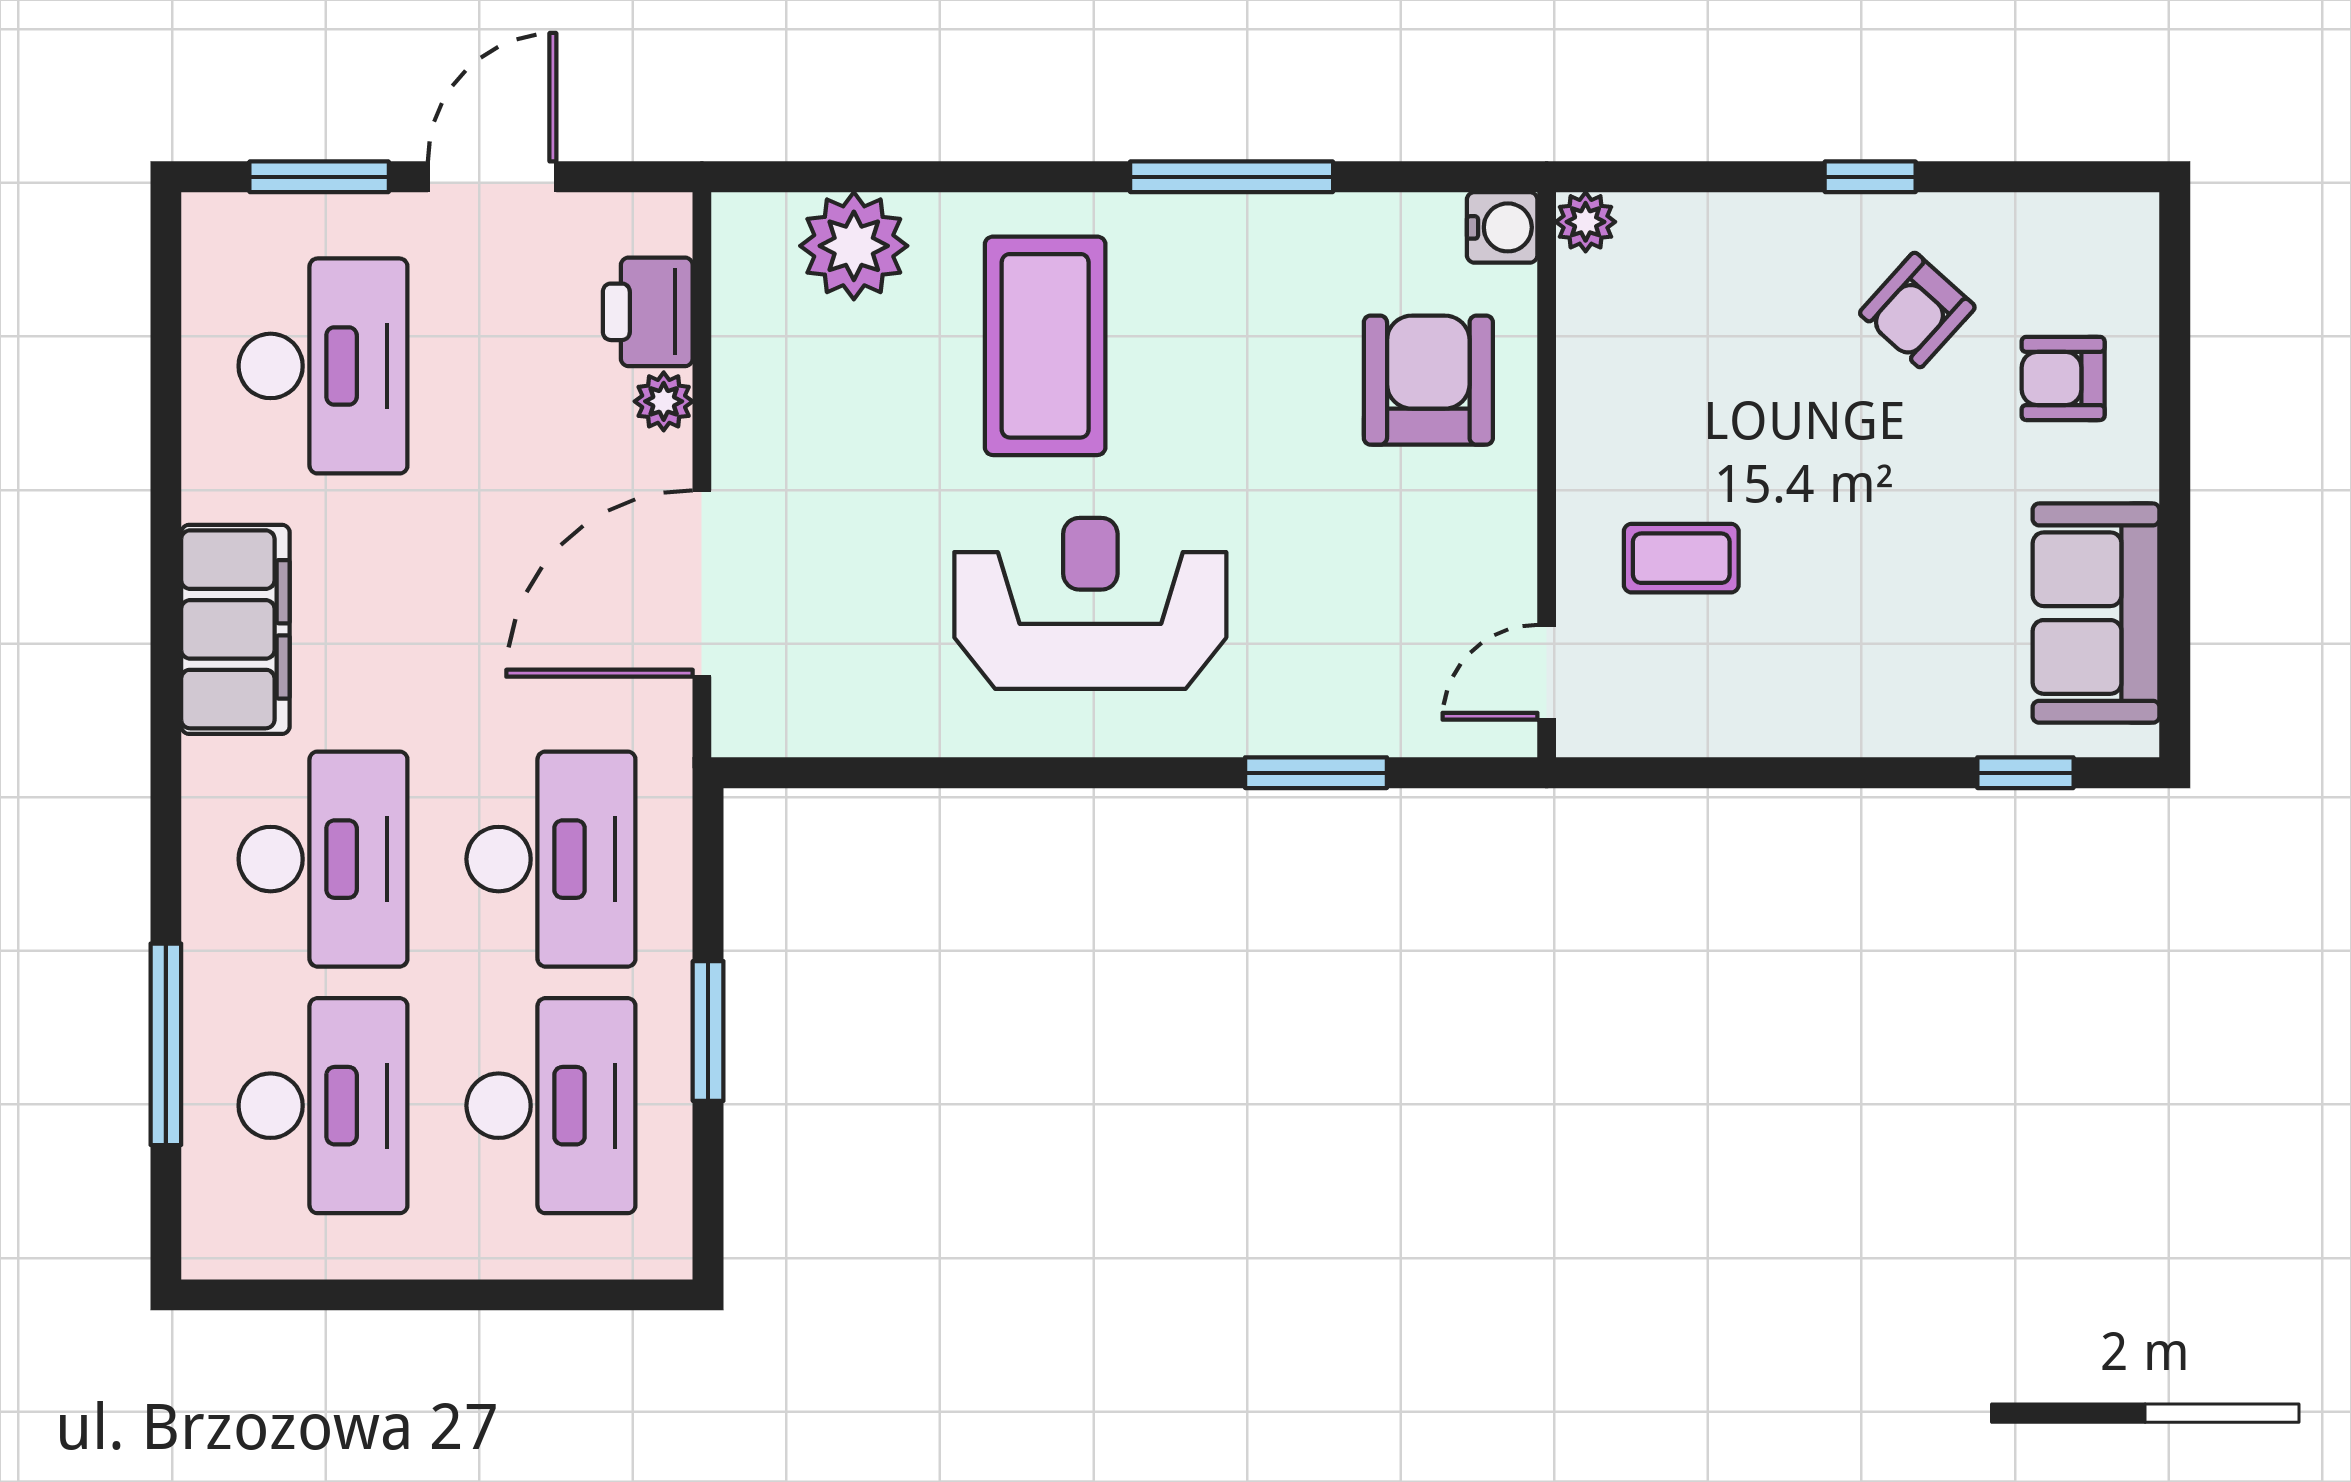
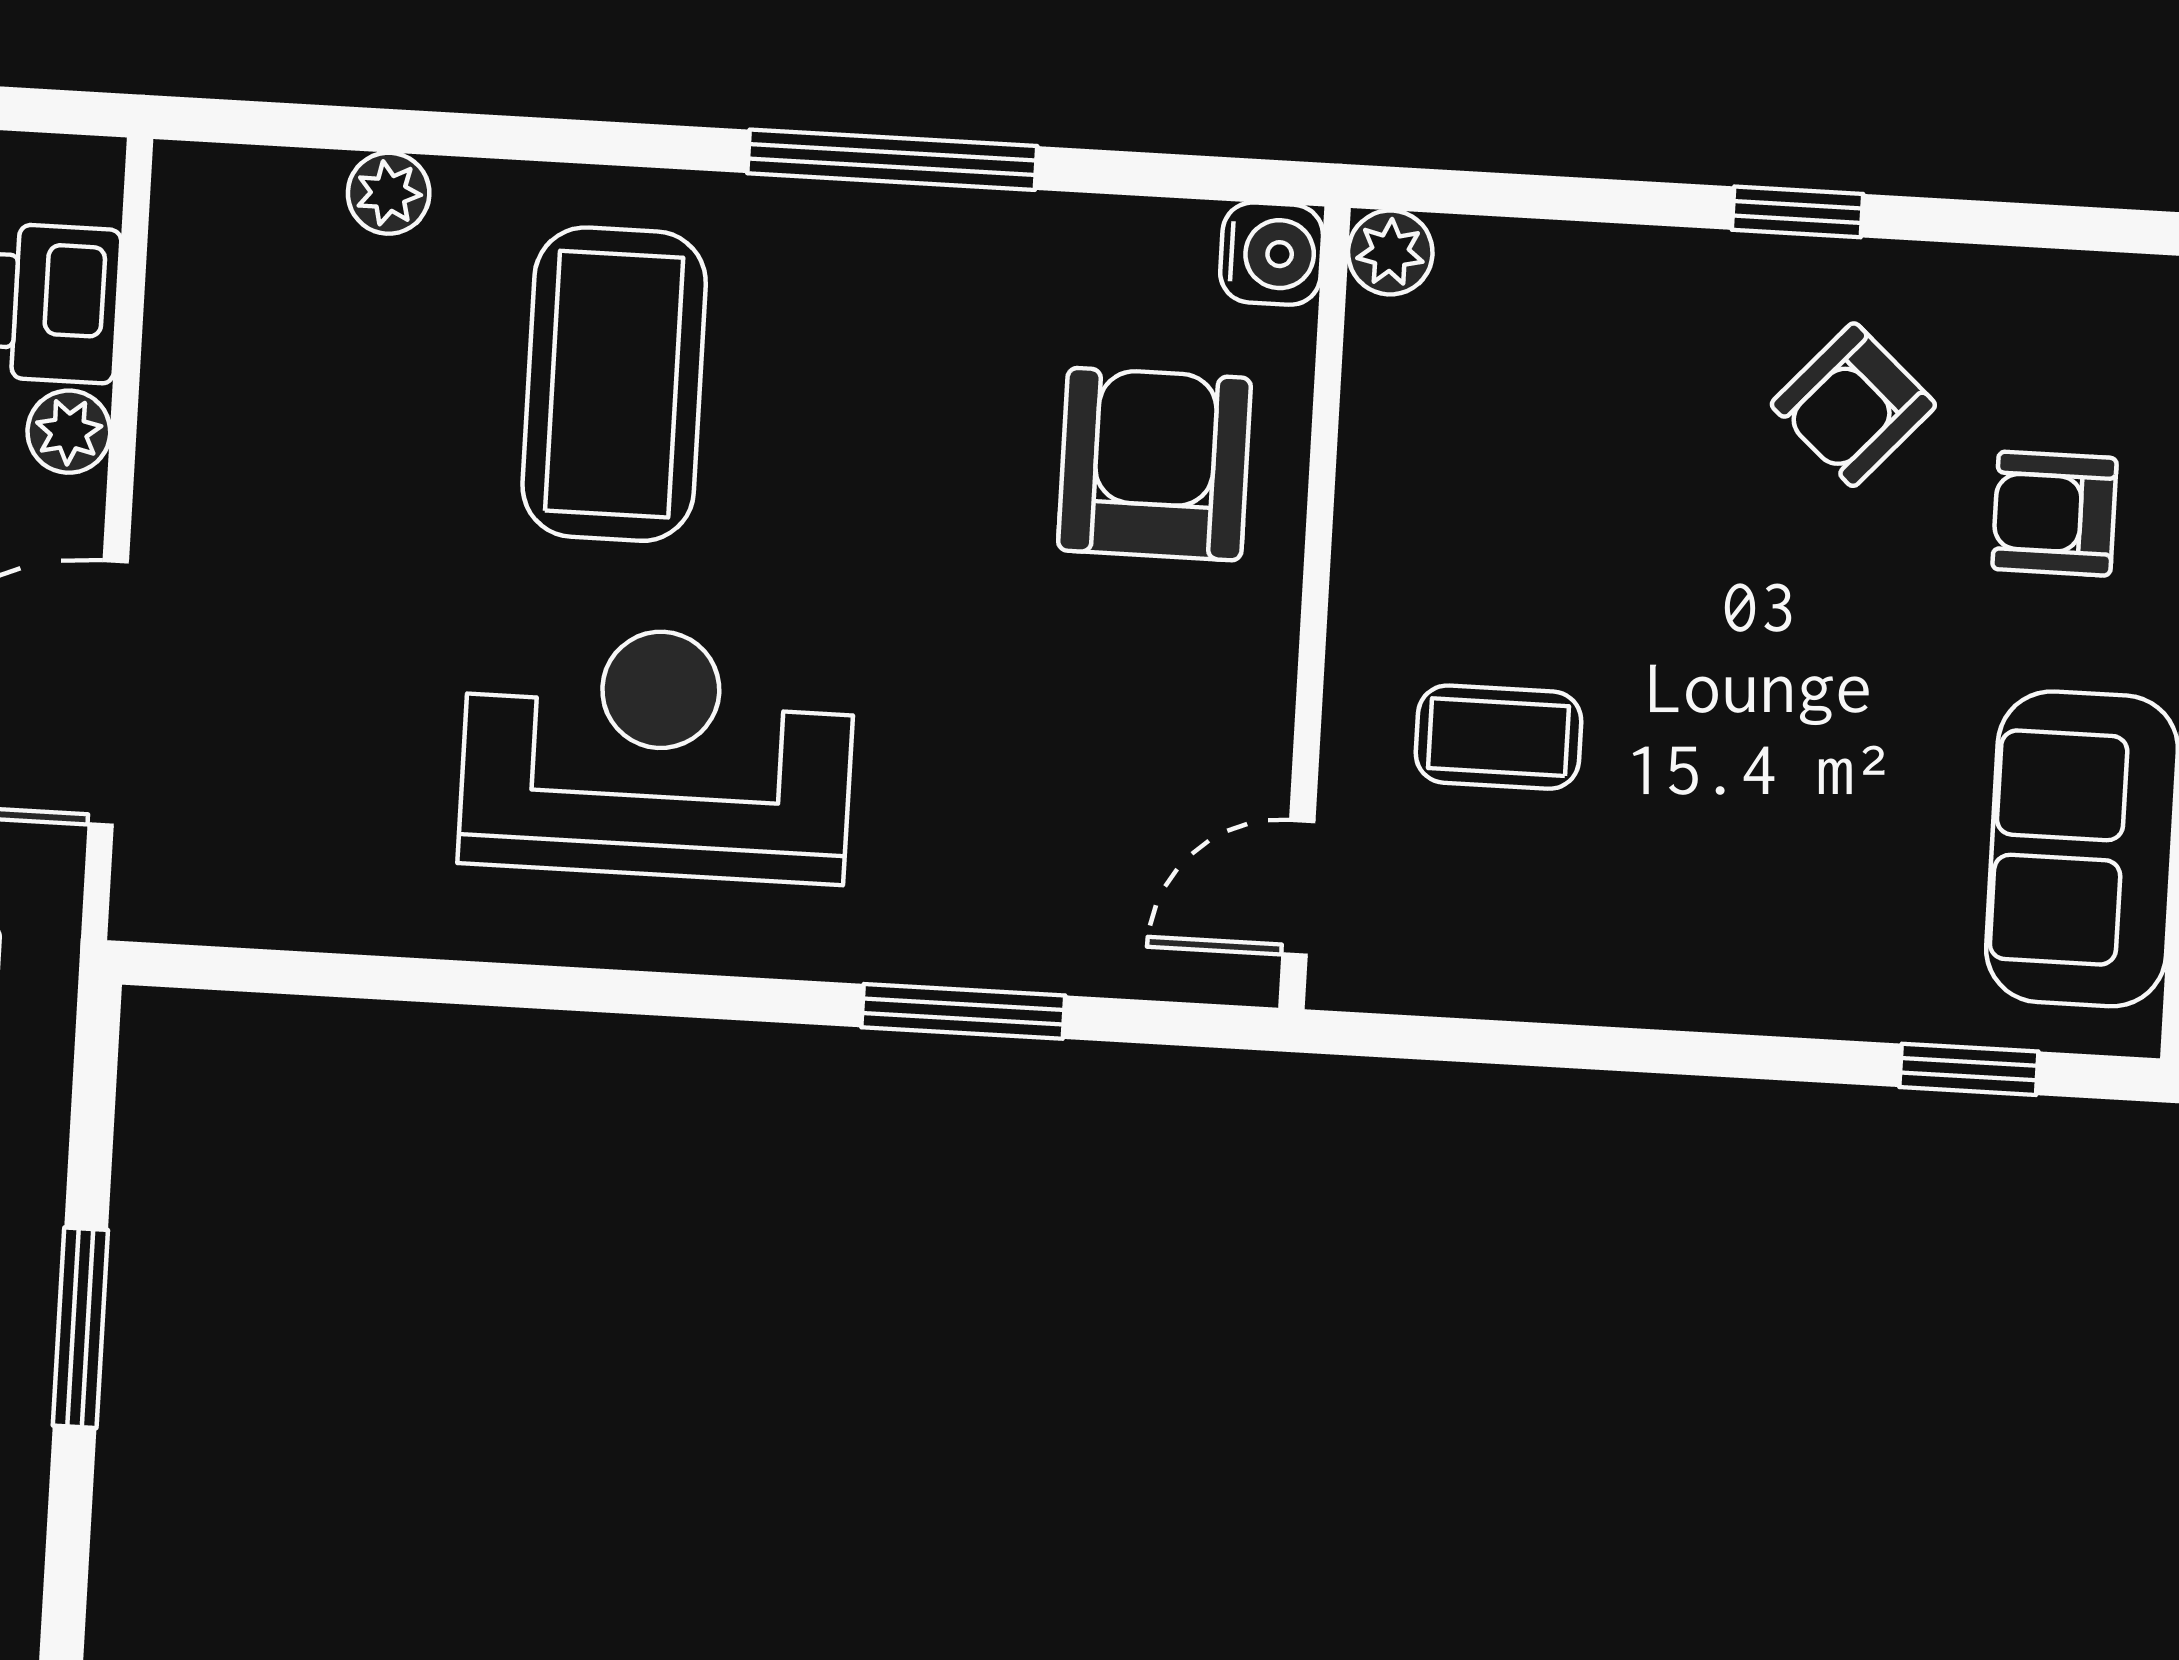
plant: (854, 246) -> (389, 193), width x0.53, depth x0.53

